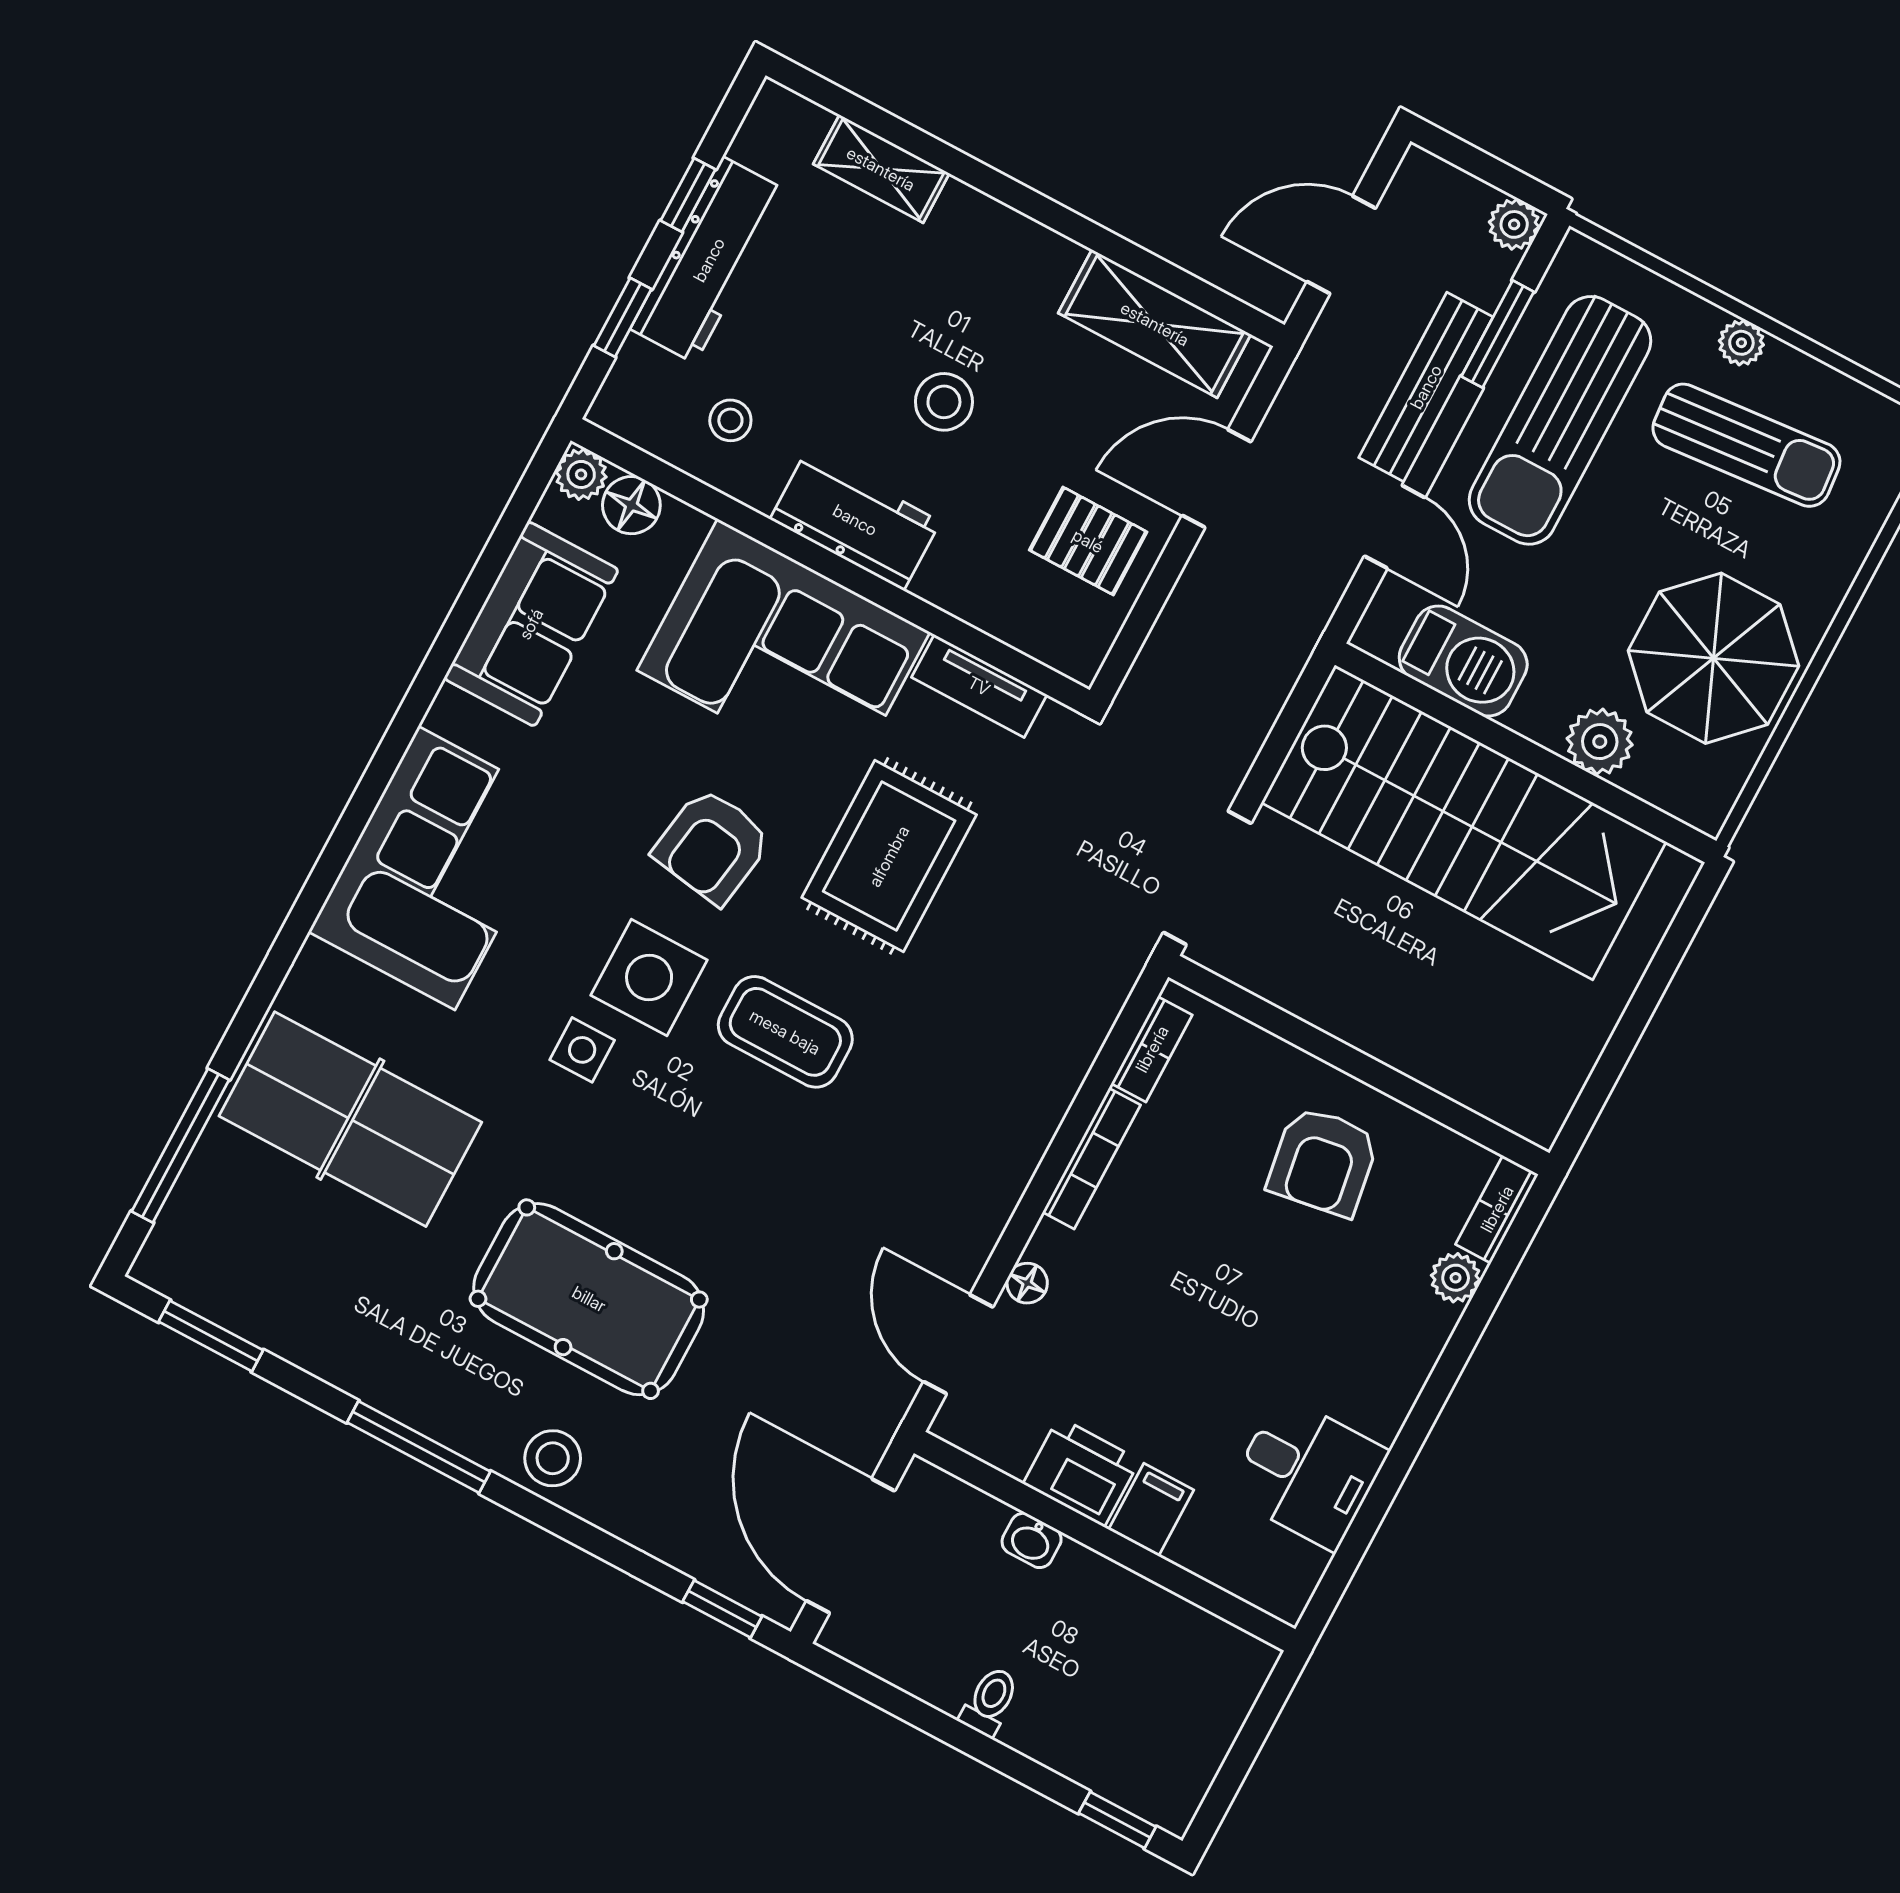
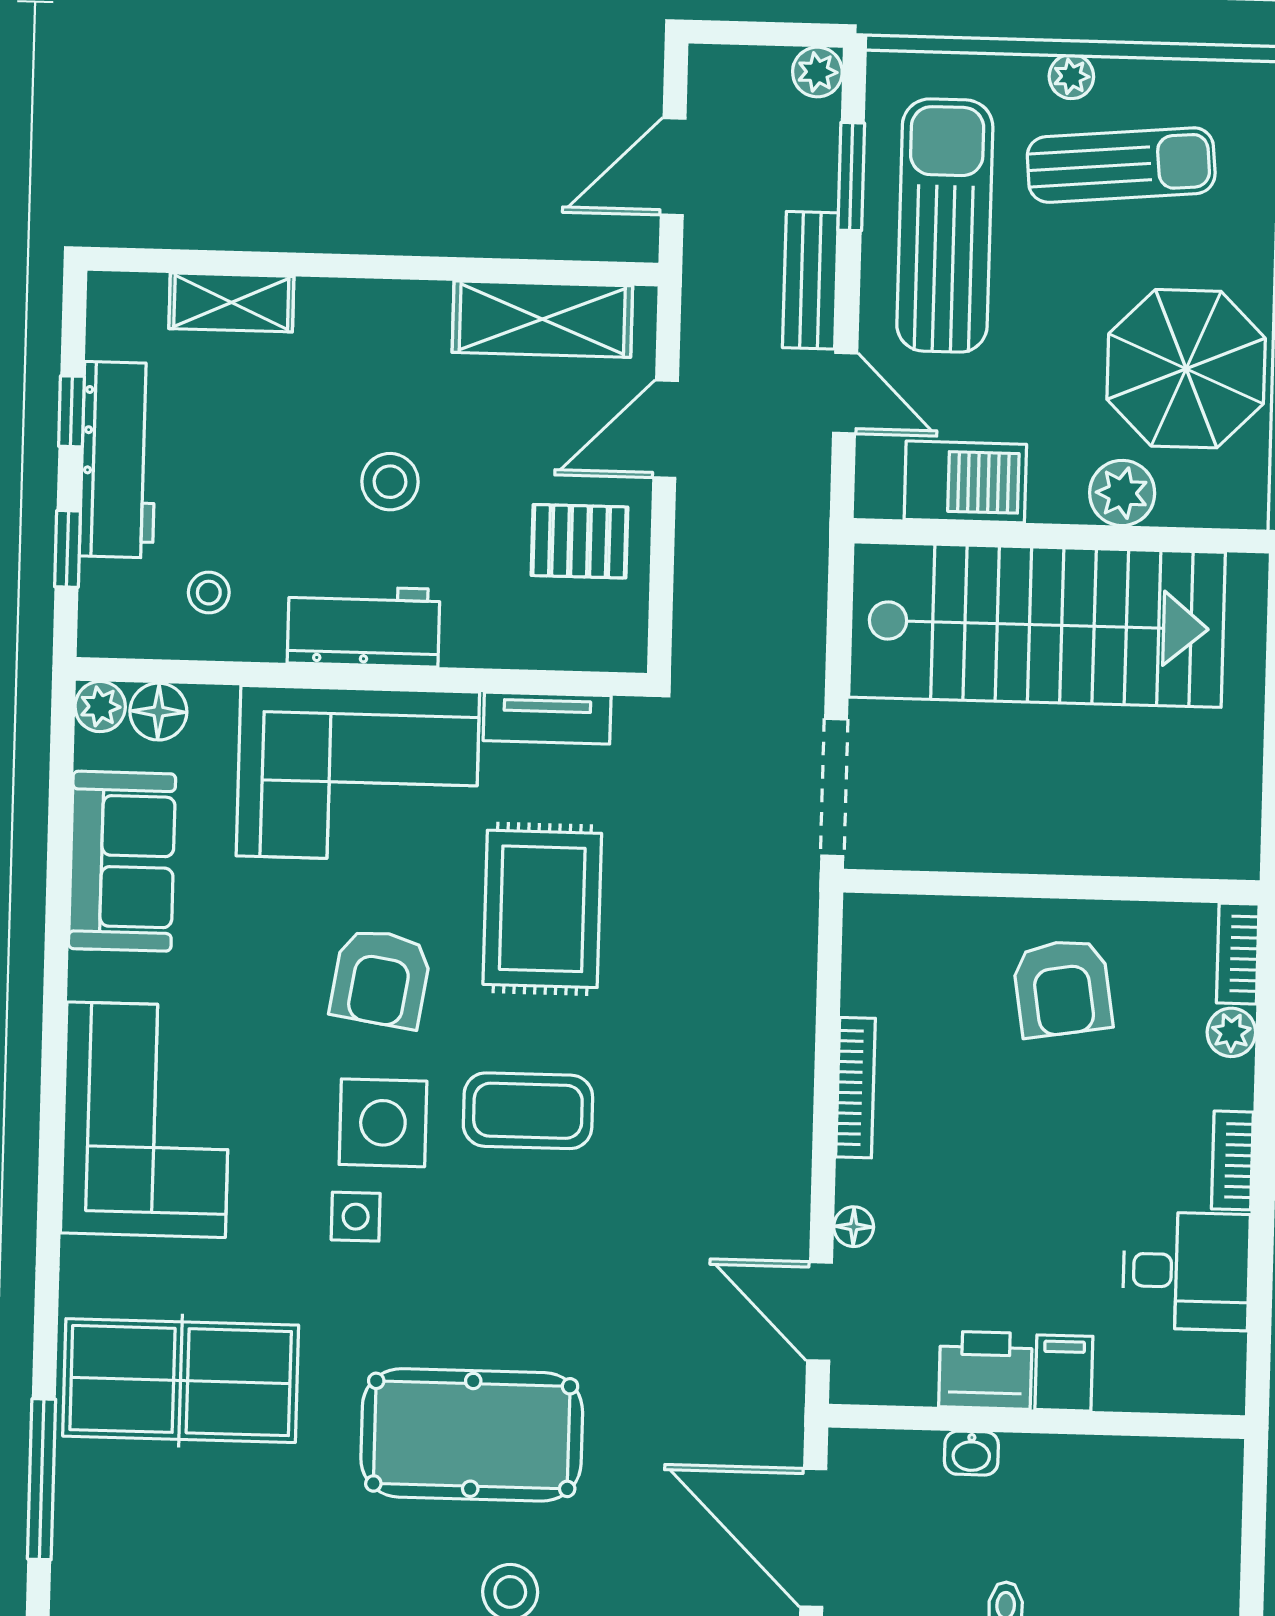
bench: (1426, 387) -> (810, 280), width x0.73
sun lounger: (1560, 420) -> (945, 226), turned 180
bookcase: (1152, 1049) -> (1232, 1160), moved, turned 180

